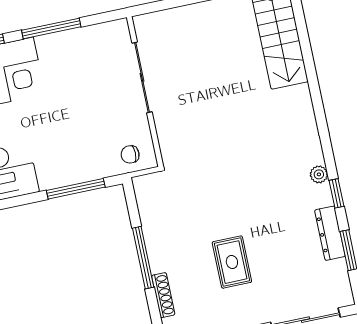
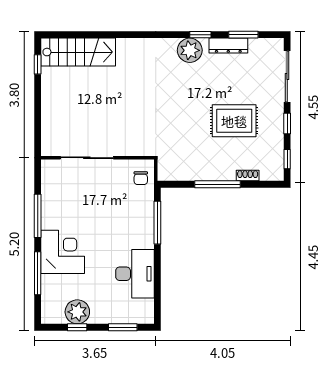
plant: (319, 174) -> (190, 50), width x1.88, depth x1.88
rug: (232, 262) -> (234, 121), width x1.36, depth x1.43
shoe rack: (163, 295) -> (248, 176), width x0.70

